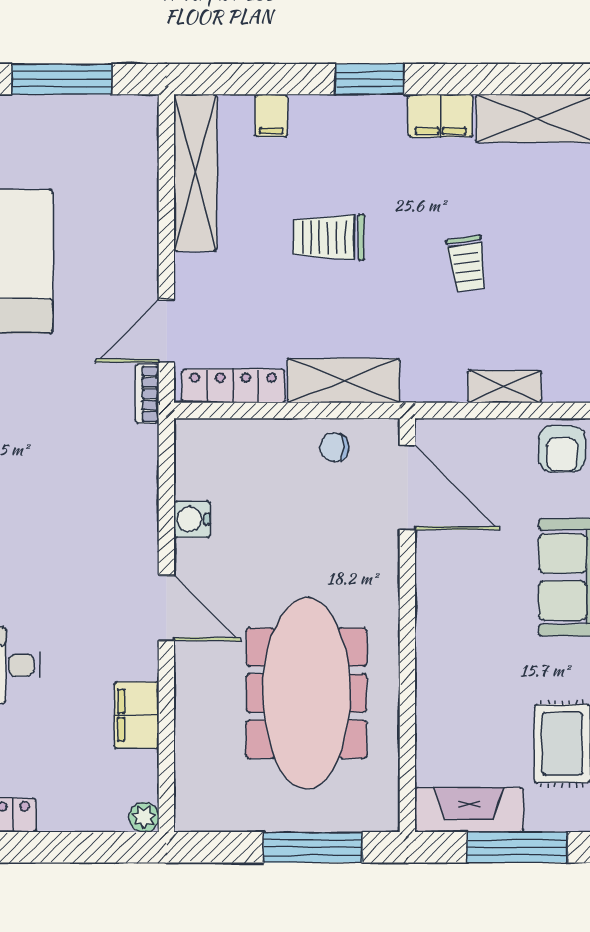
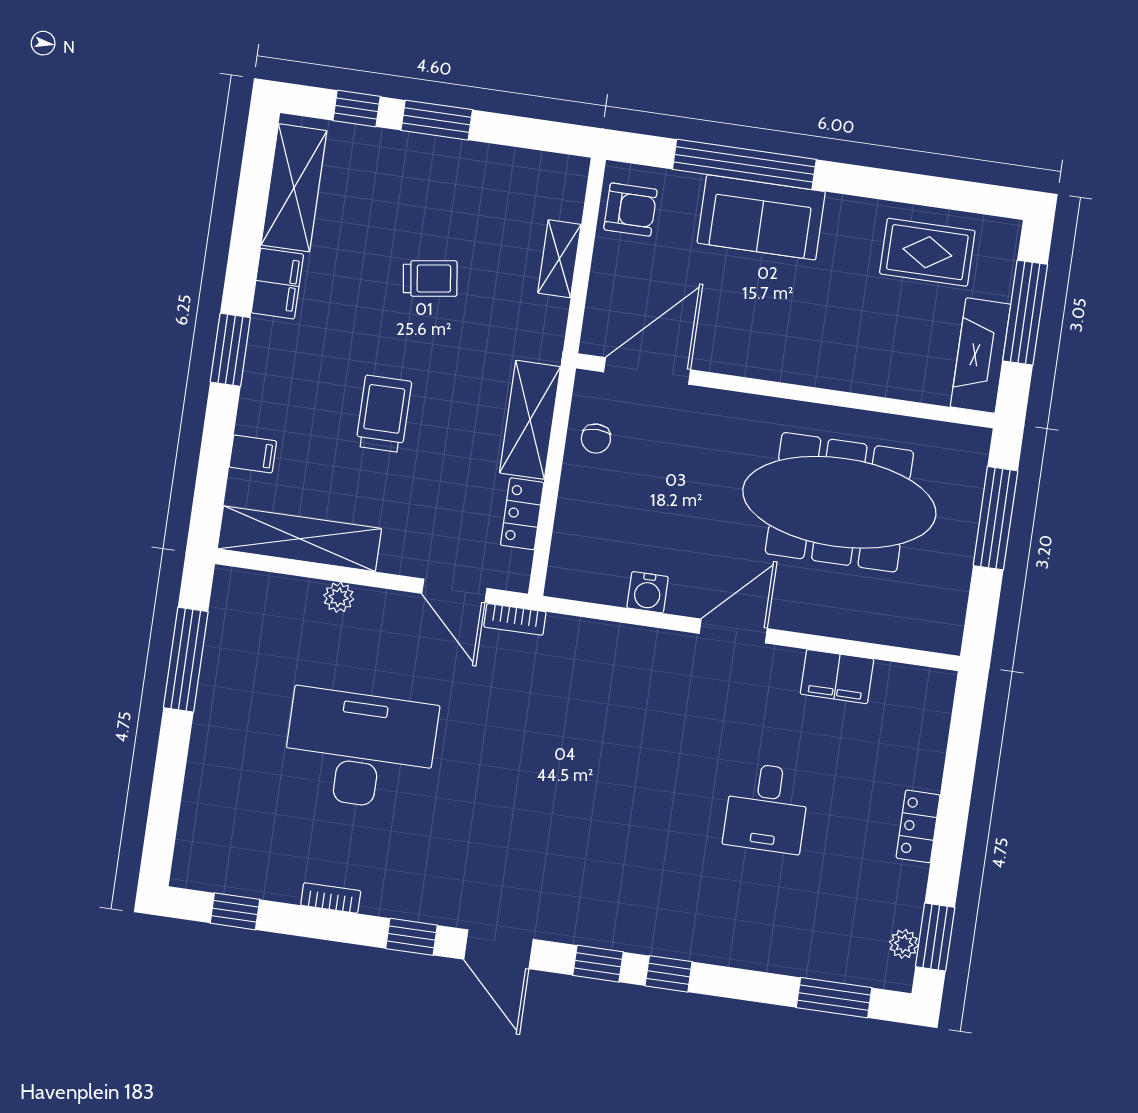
trolley: (329, 237) -> (384, 414), turned 180
locker: (233, 386) -> (522, 514), width x0.66
plant: (144, 817) -> (339, 597), moved

